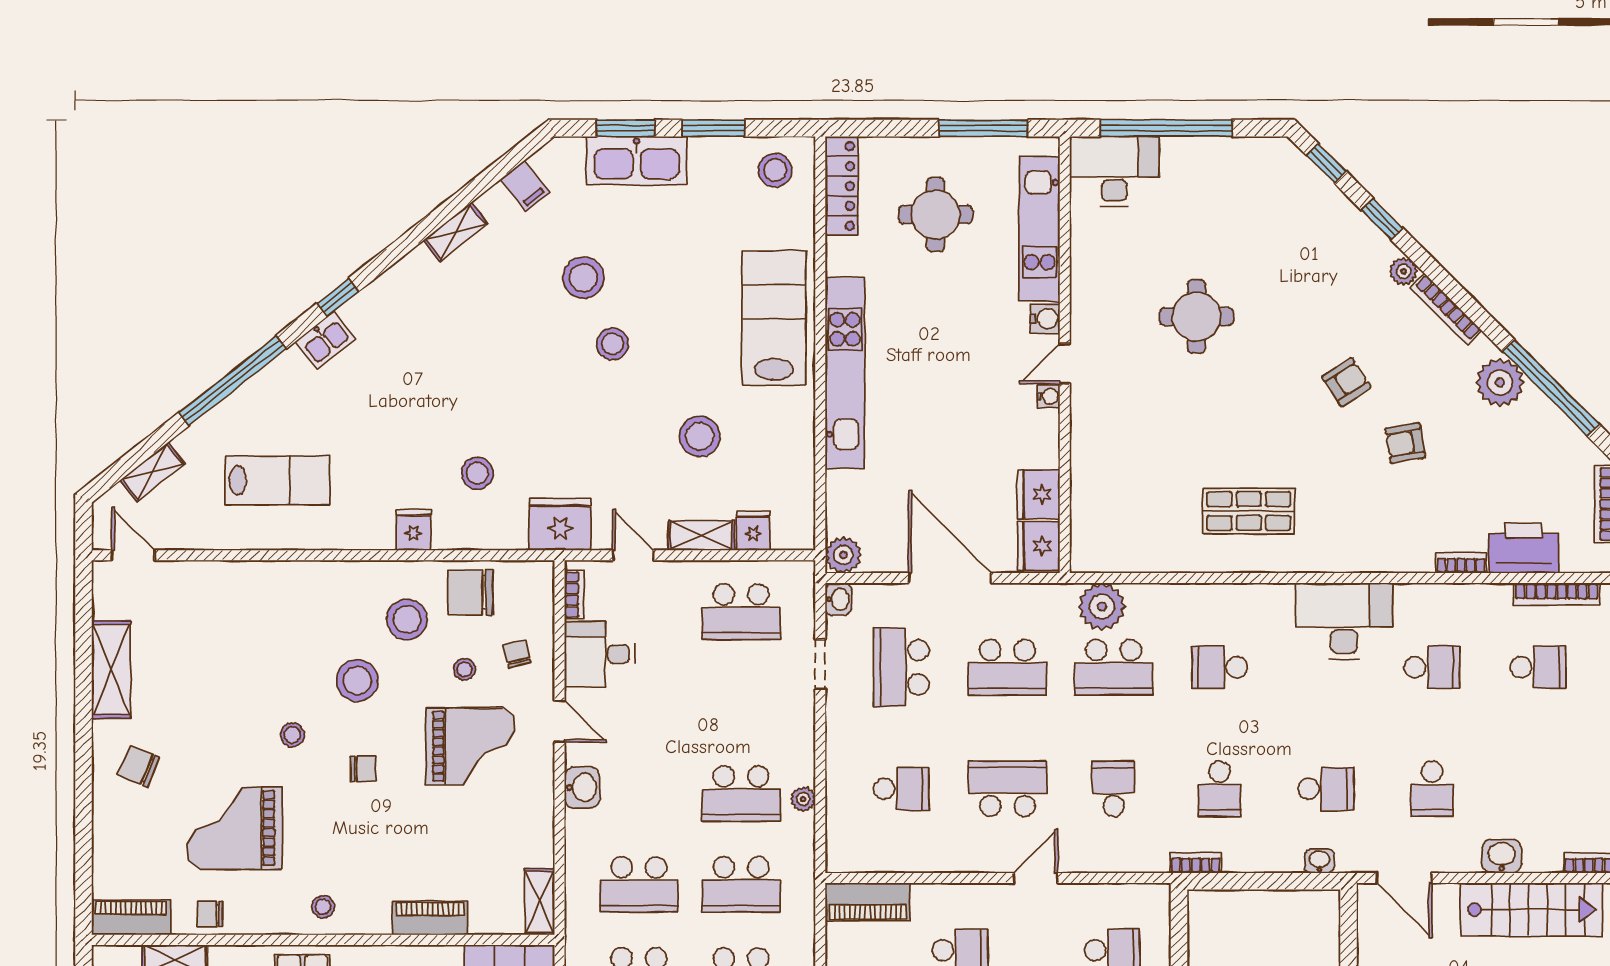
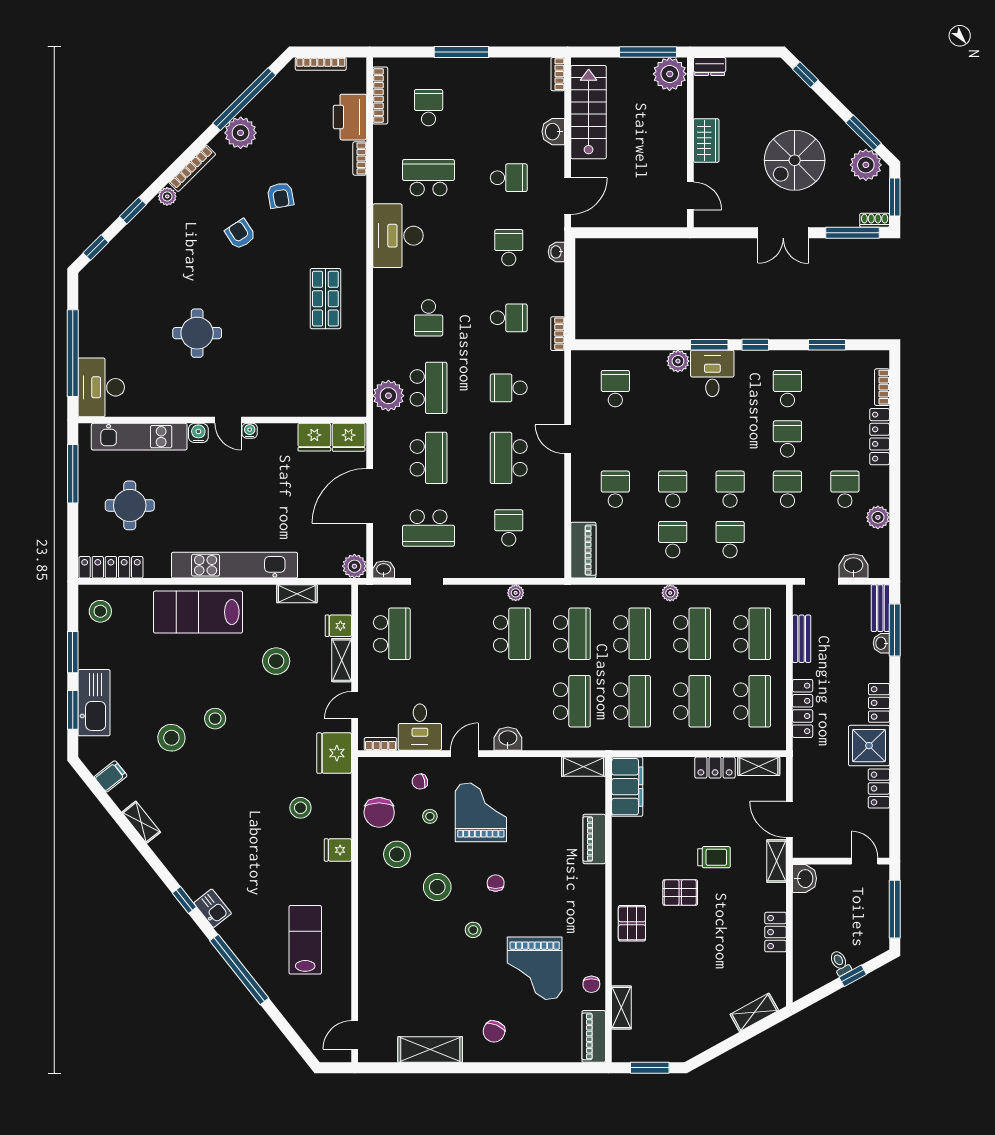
shelving: (152, 472) -> (297, 594), moved, turned -52
school desk: (1432, 667) -> (429, 178), width x1.85
stool: (323, 907) -> (587, 910), removed

